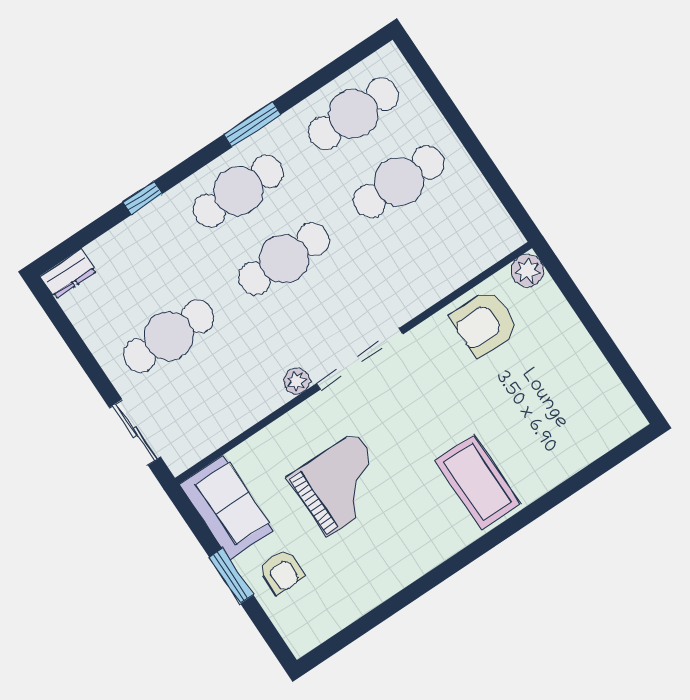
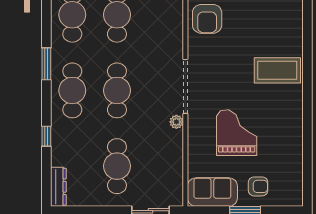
dresser: (68, 274) -> (58, 187), width x1.44

